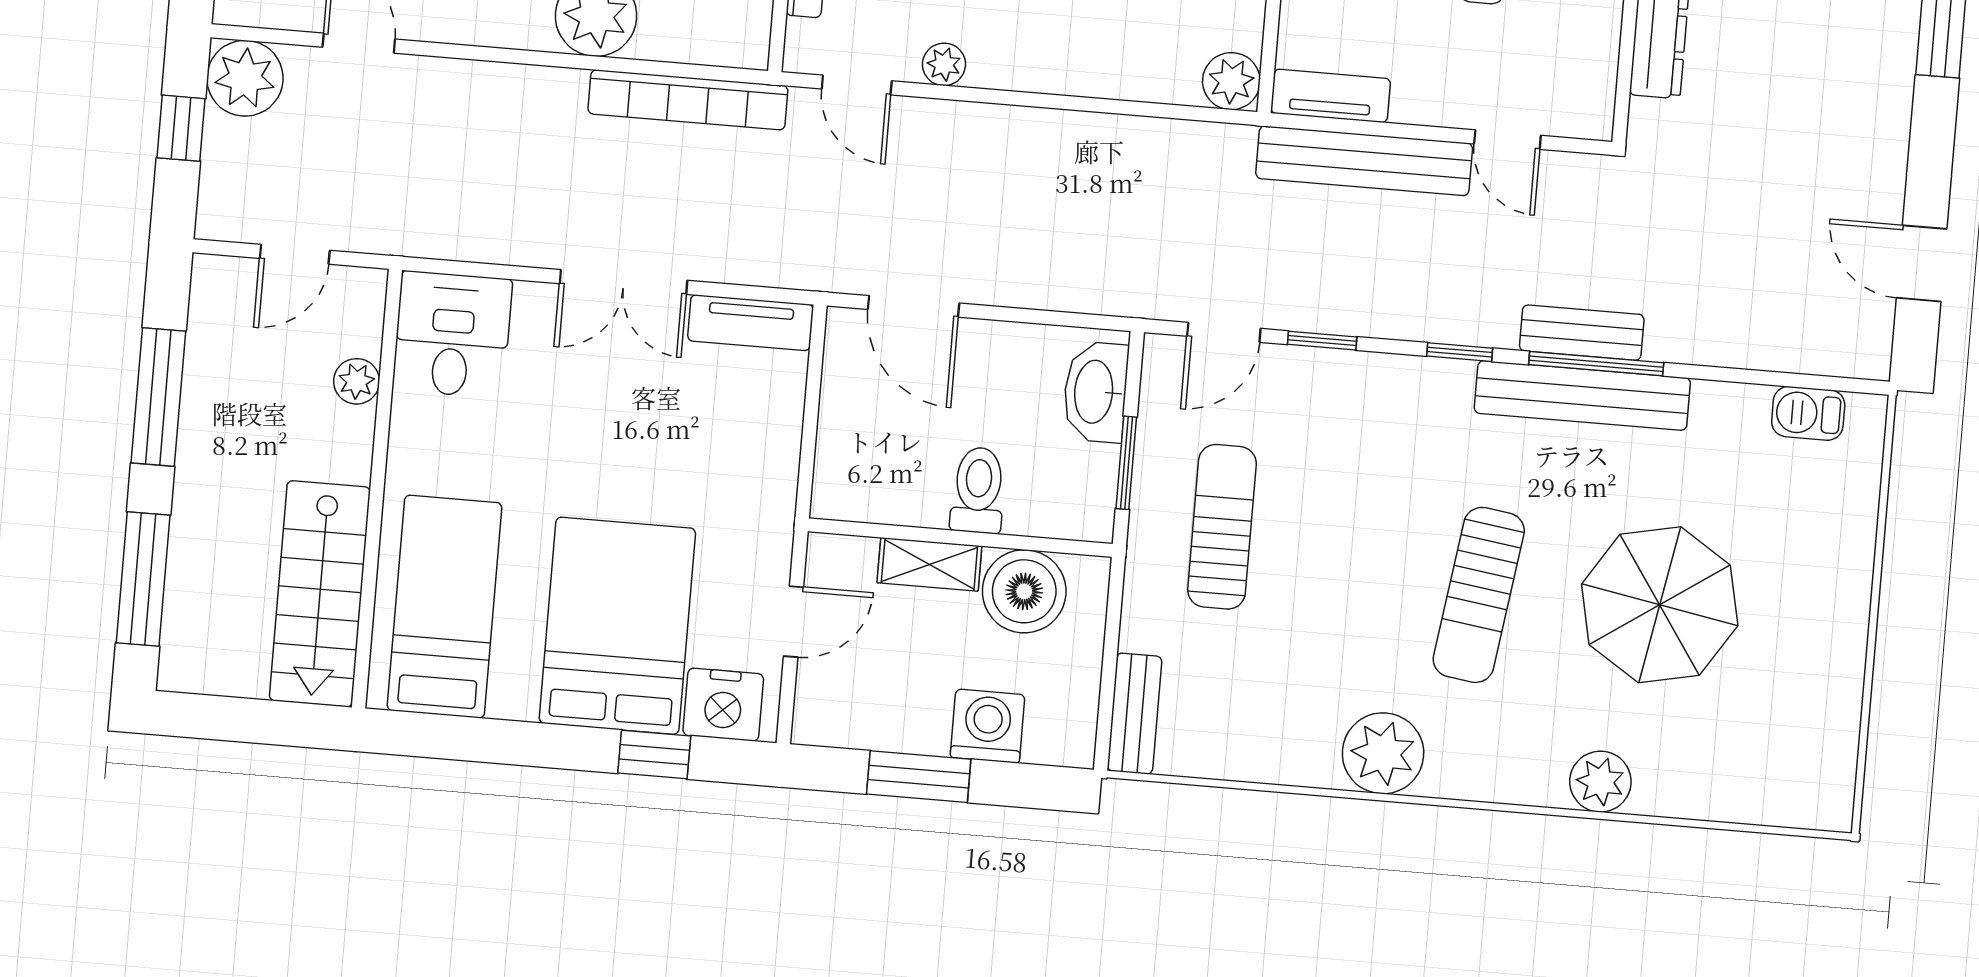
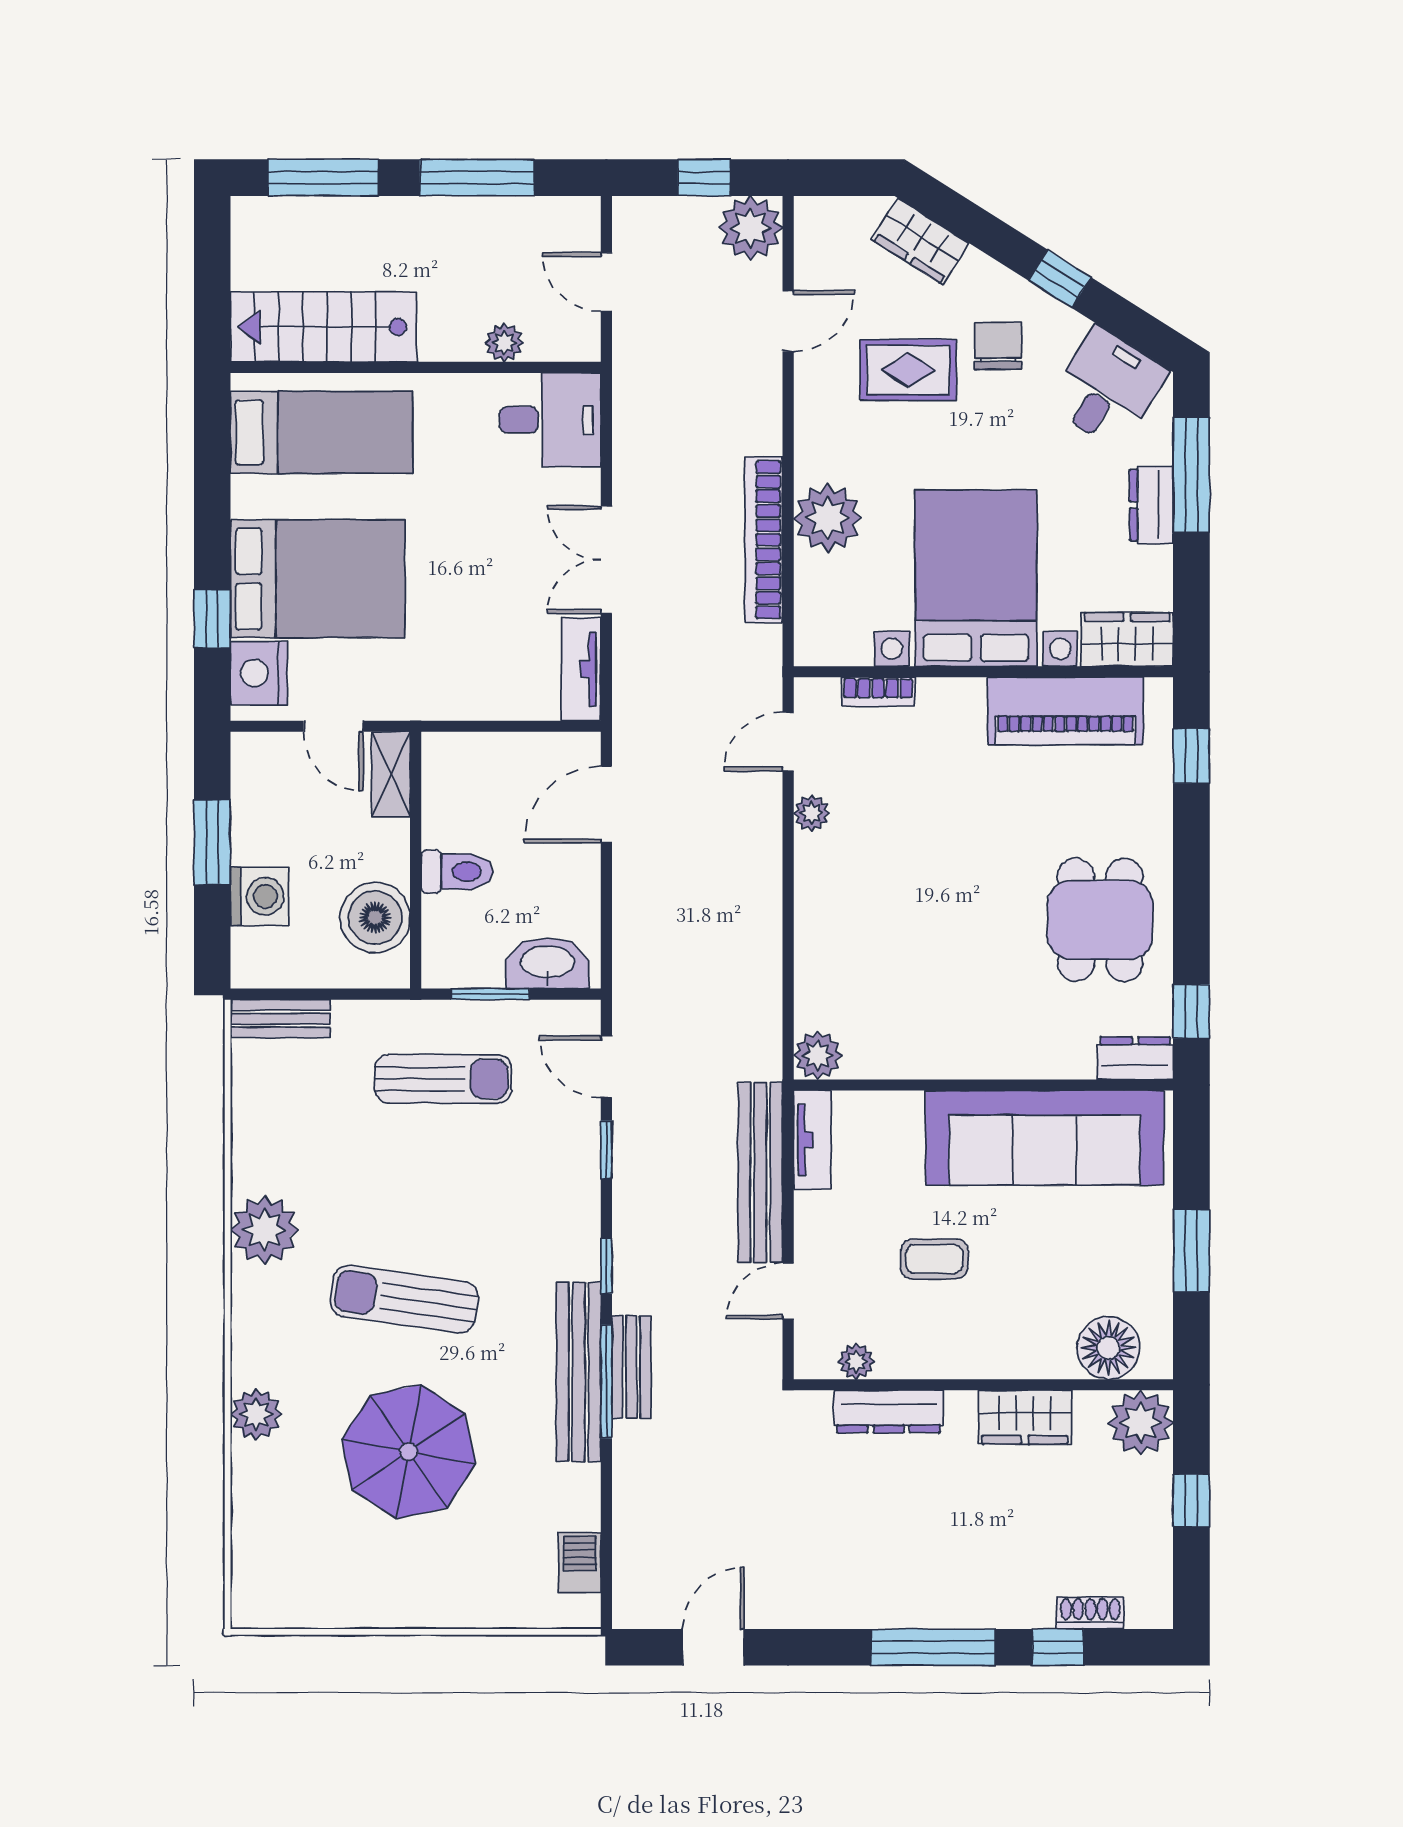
plant: (1597, 66) -> (856, 1361), added
bookcase: (688, 100) -> (764, 540), moved
shelving: (929, 564) -> (391, 774), moved

